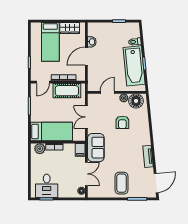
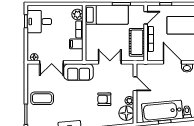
door: (43, 82) -> (146, 18), swing flipped
bed: (52, 132) -> (107, 15), moved, turned -90
filing cabinet: (80, 150) -> (76, 44), moved

